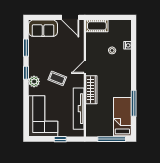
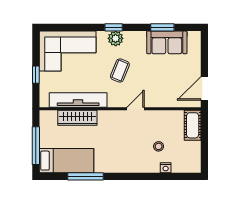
sofa: (43, 28) -> (167, 42), moved, turned -90
door: (85, 67) -> (136, 109), hinge flipped
window: (26, 73) -> (114, 27), moved
wardrobe: (91, 90) -> (77, 118), moved

